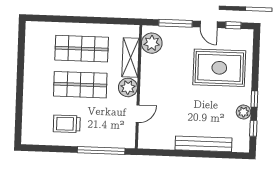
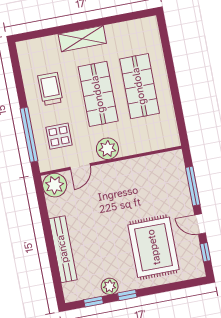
door: (209, 24) -> (200, 224), hinge flipped
plant: (152, 43) -> (55, 185), moved
shelving: (131, 57) -> (82, 39), moved
door: (138, 114) -> (80, 167), hinge flipped
display table: (108, 126) -> (59, 136), added

